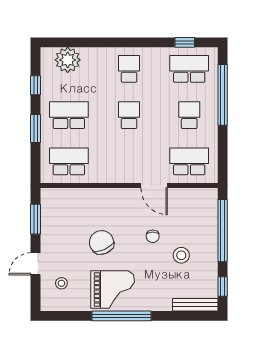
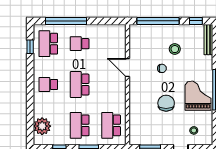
school desk: (129, 115) -> (80, 85), width x1.85
school desk: (189, 161) -> (111, 44), removed
door: (154, 185) -> (127, 68), swing flipped
chair: (102, 242) -> (166, 103), turned 114

